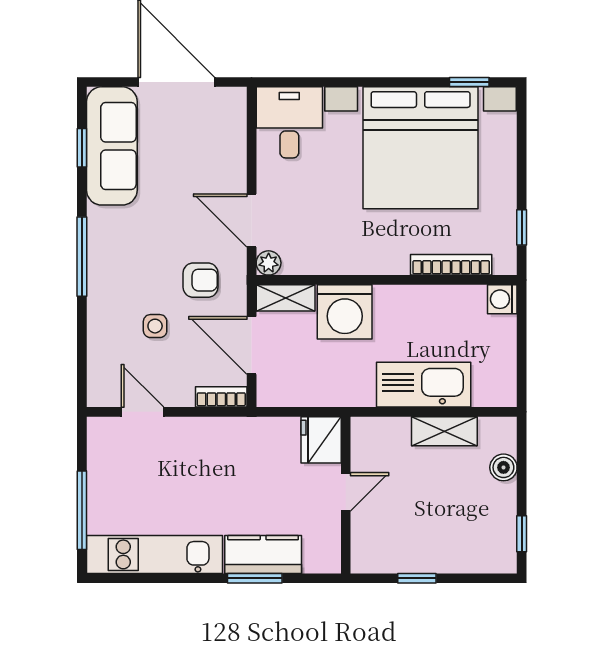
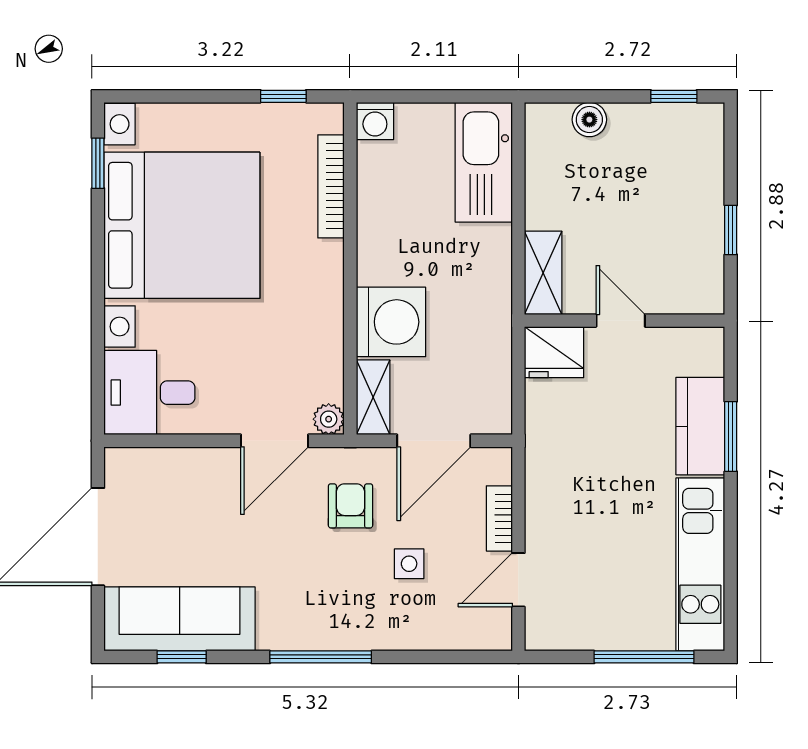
kitchen sink: (424, 385) -> (484, 162), moved
bookcase: (221, 397) -> (499, 518), moved
shelving: (444, 431) -> (543, 273), moved

